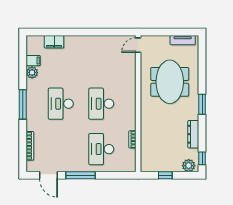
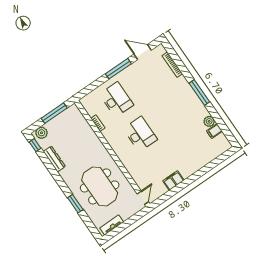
filing cabinet: (54, 42) -> (173, 180), moved
desk: (61, 104) -> (171, 113), removed
window: (202, 104) -> (75, 204), moved
window: (165, 175) -> (54, 113), width x2.17

